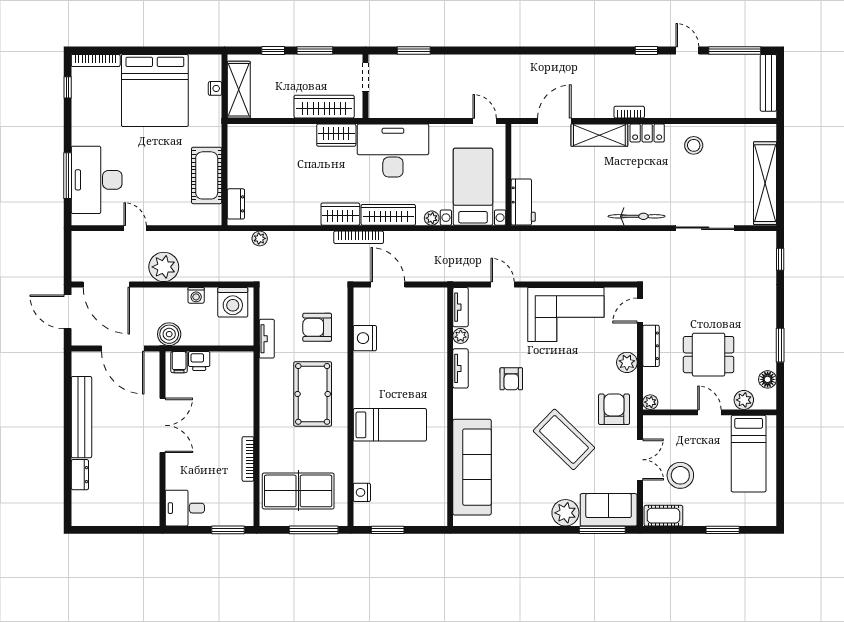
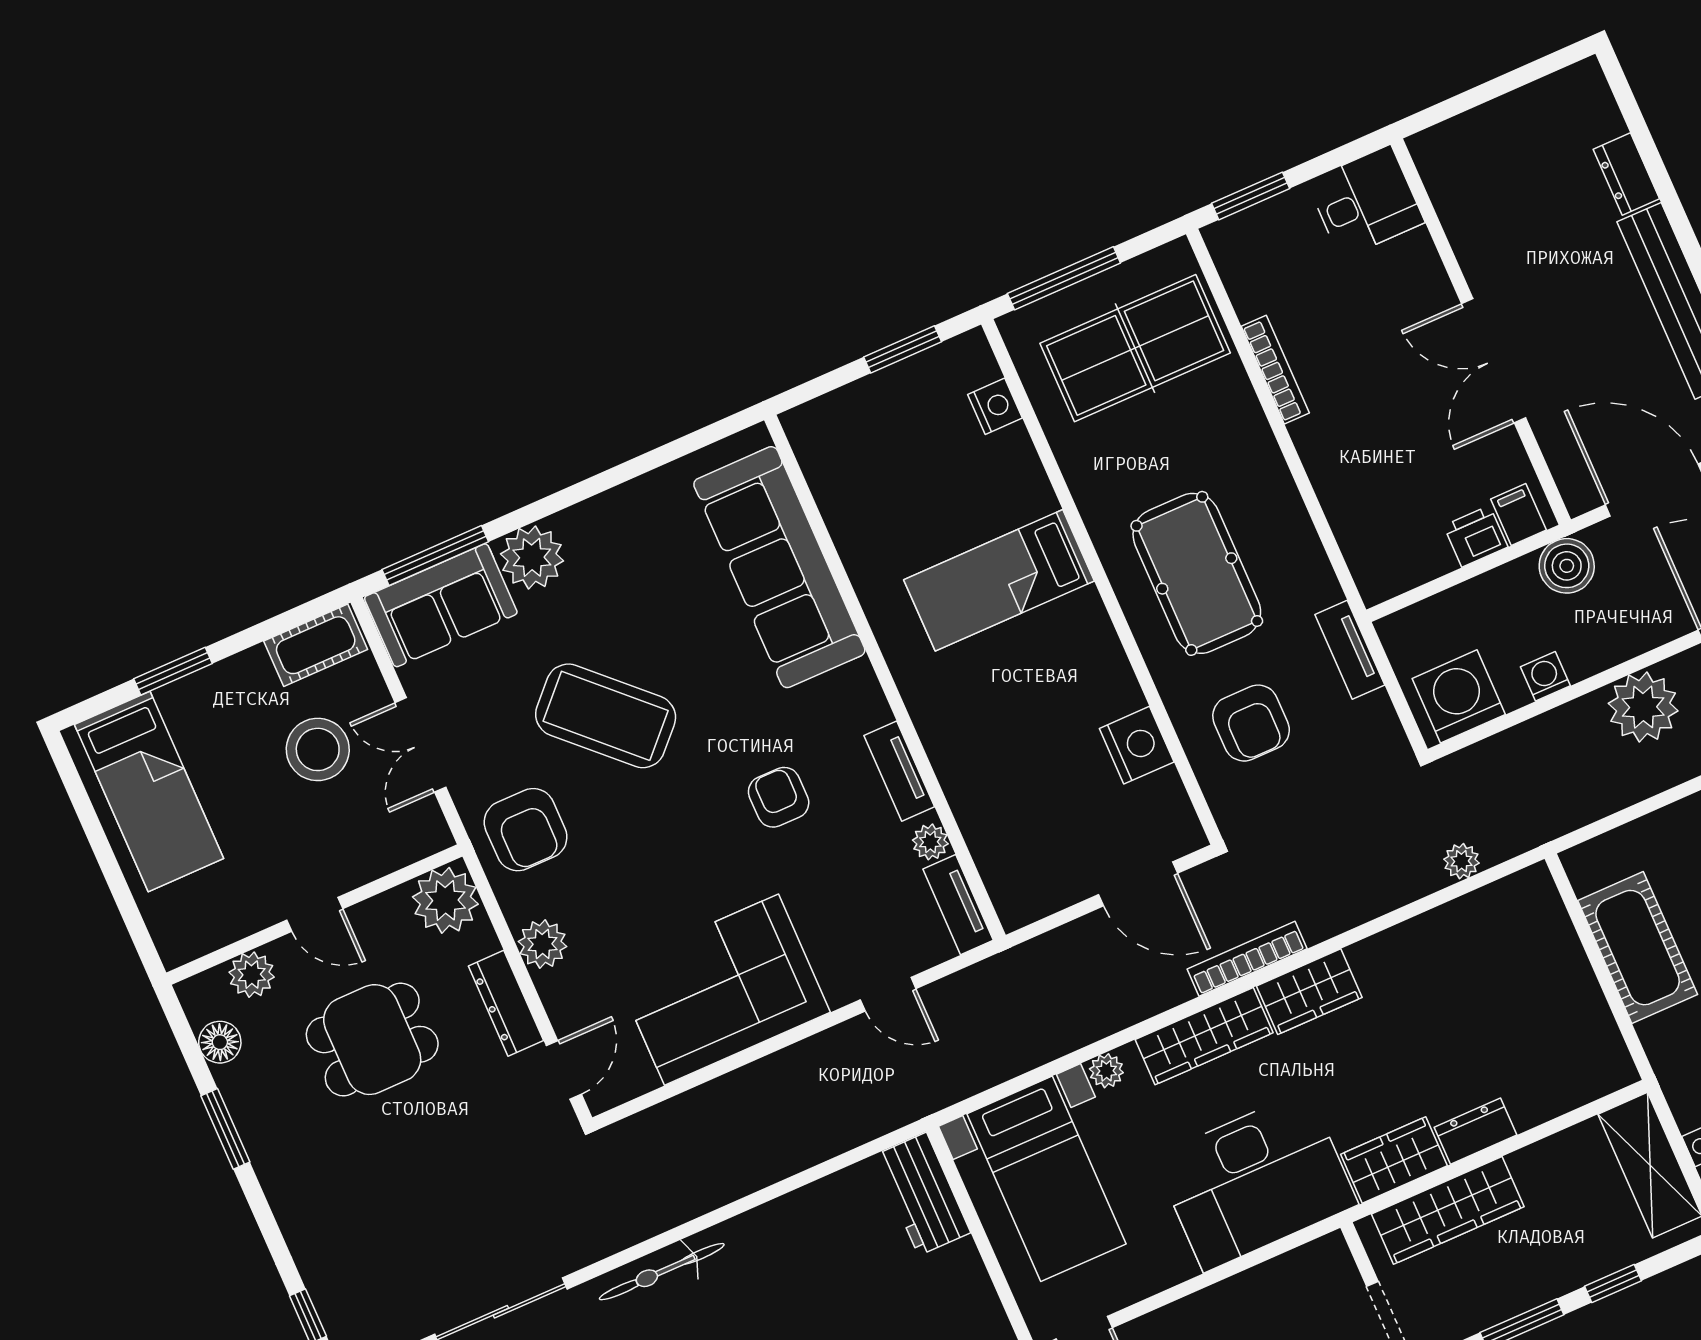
dresser: (236, 204) -> (1475, 1131), moved, turned 90
armchair: (317, 327) -> (1251, 723), turned 90
plant: (650, 402) -> (445, 900), width x1.88, depth x1.88
bed: (749, 454) -> (149, 791), moved, turned 180

